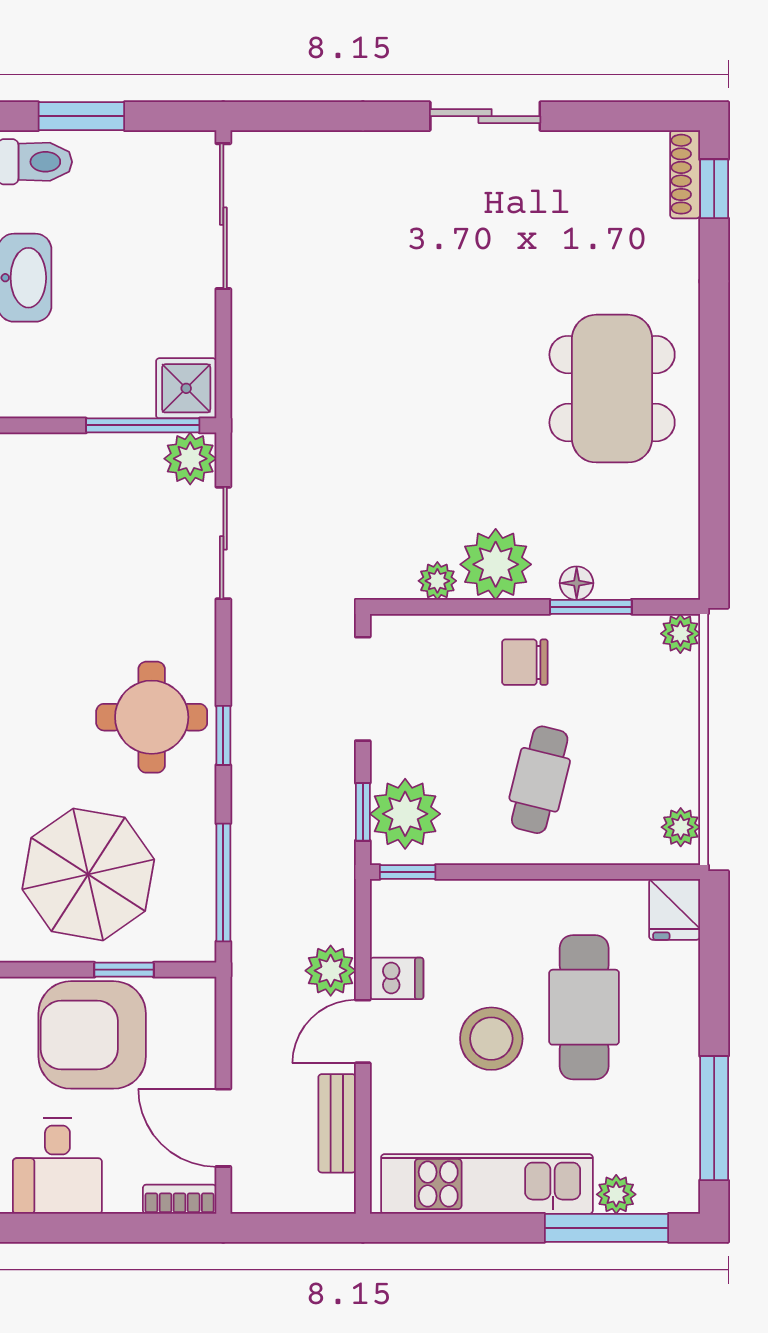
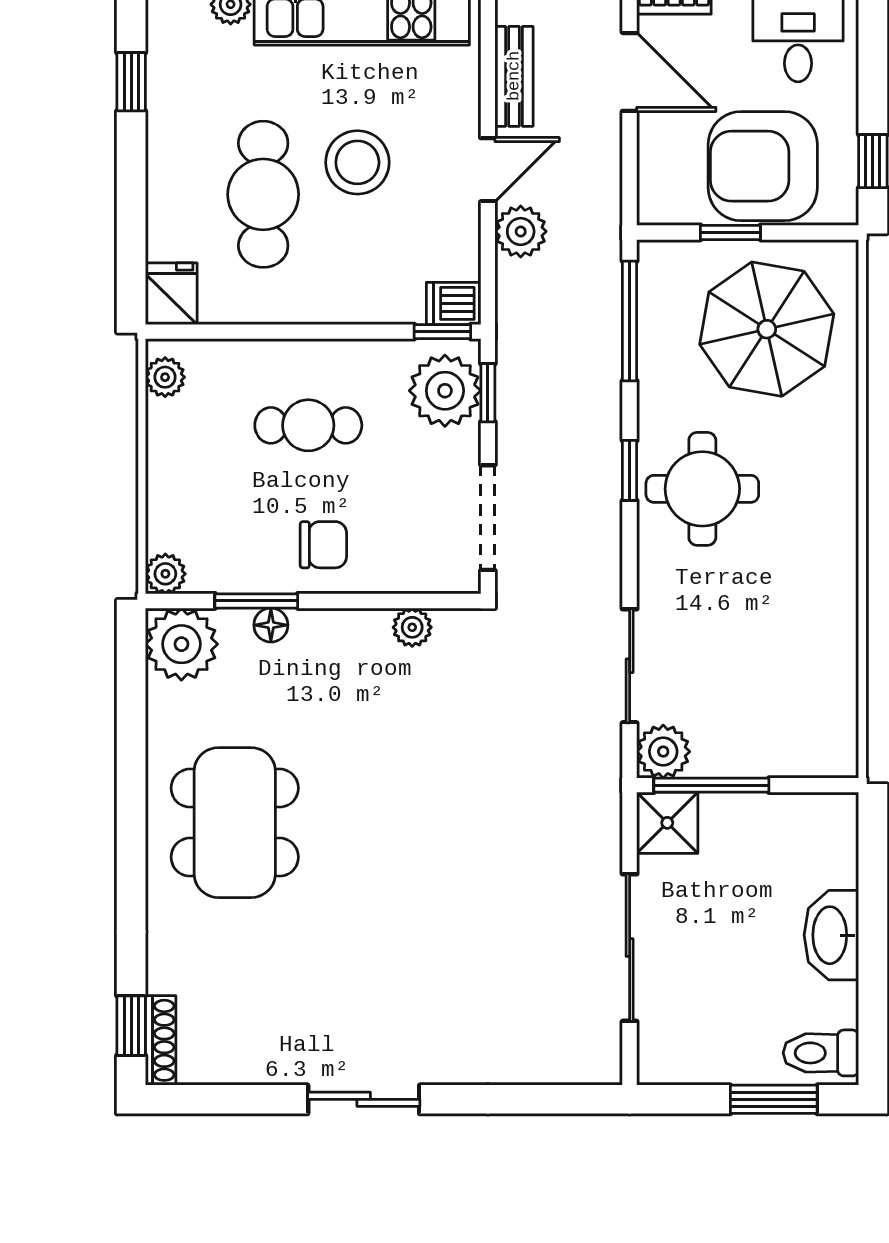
sliding door: (223, 216) -> (630, 948), moved
plant: (496, 564) -> (181, 644), moved
cafe table: (540, 780) -> (308, 425), turned 76
dishwasher: (397, 978) -> (454, 303), moved
armchair: (92, 1035) -> (763, 166), turned 180
window: (714, 1118) -> (131, 82), width x0.46

